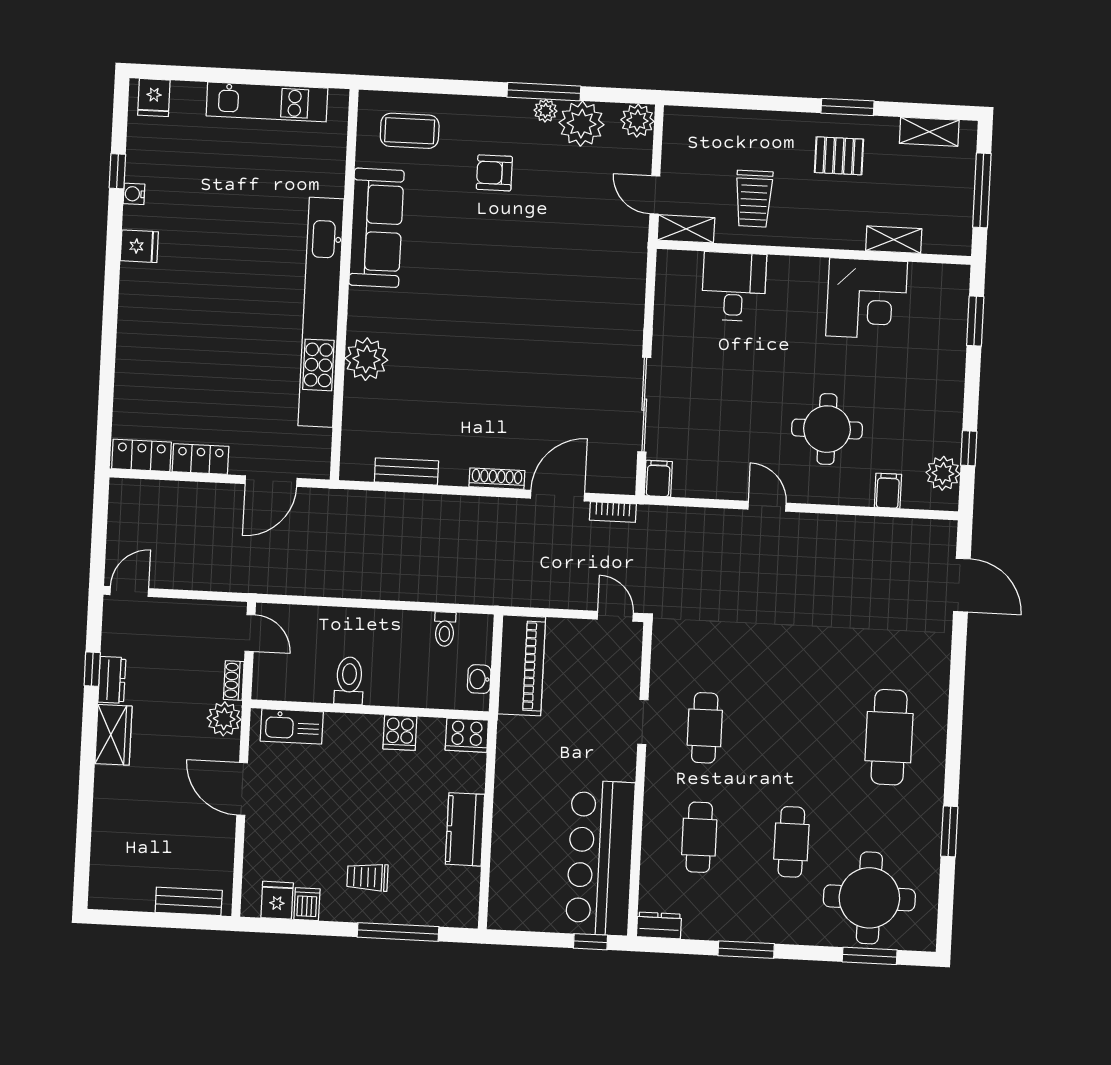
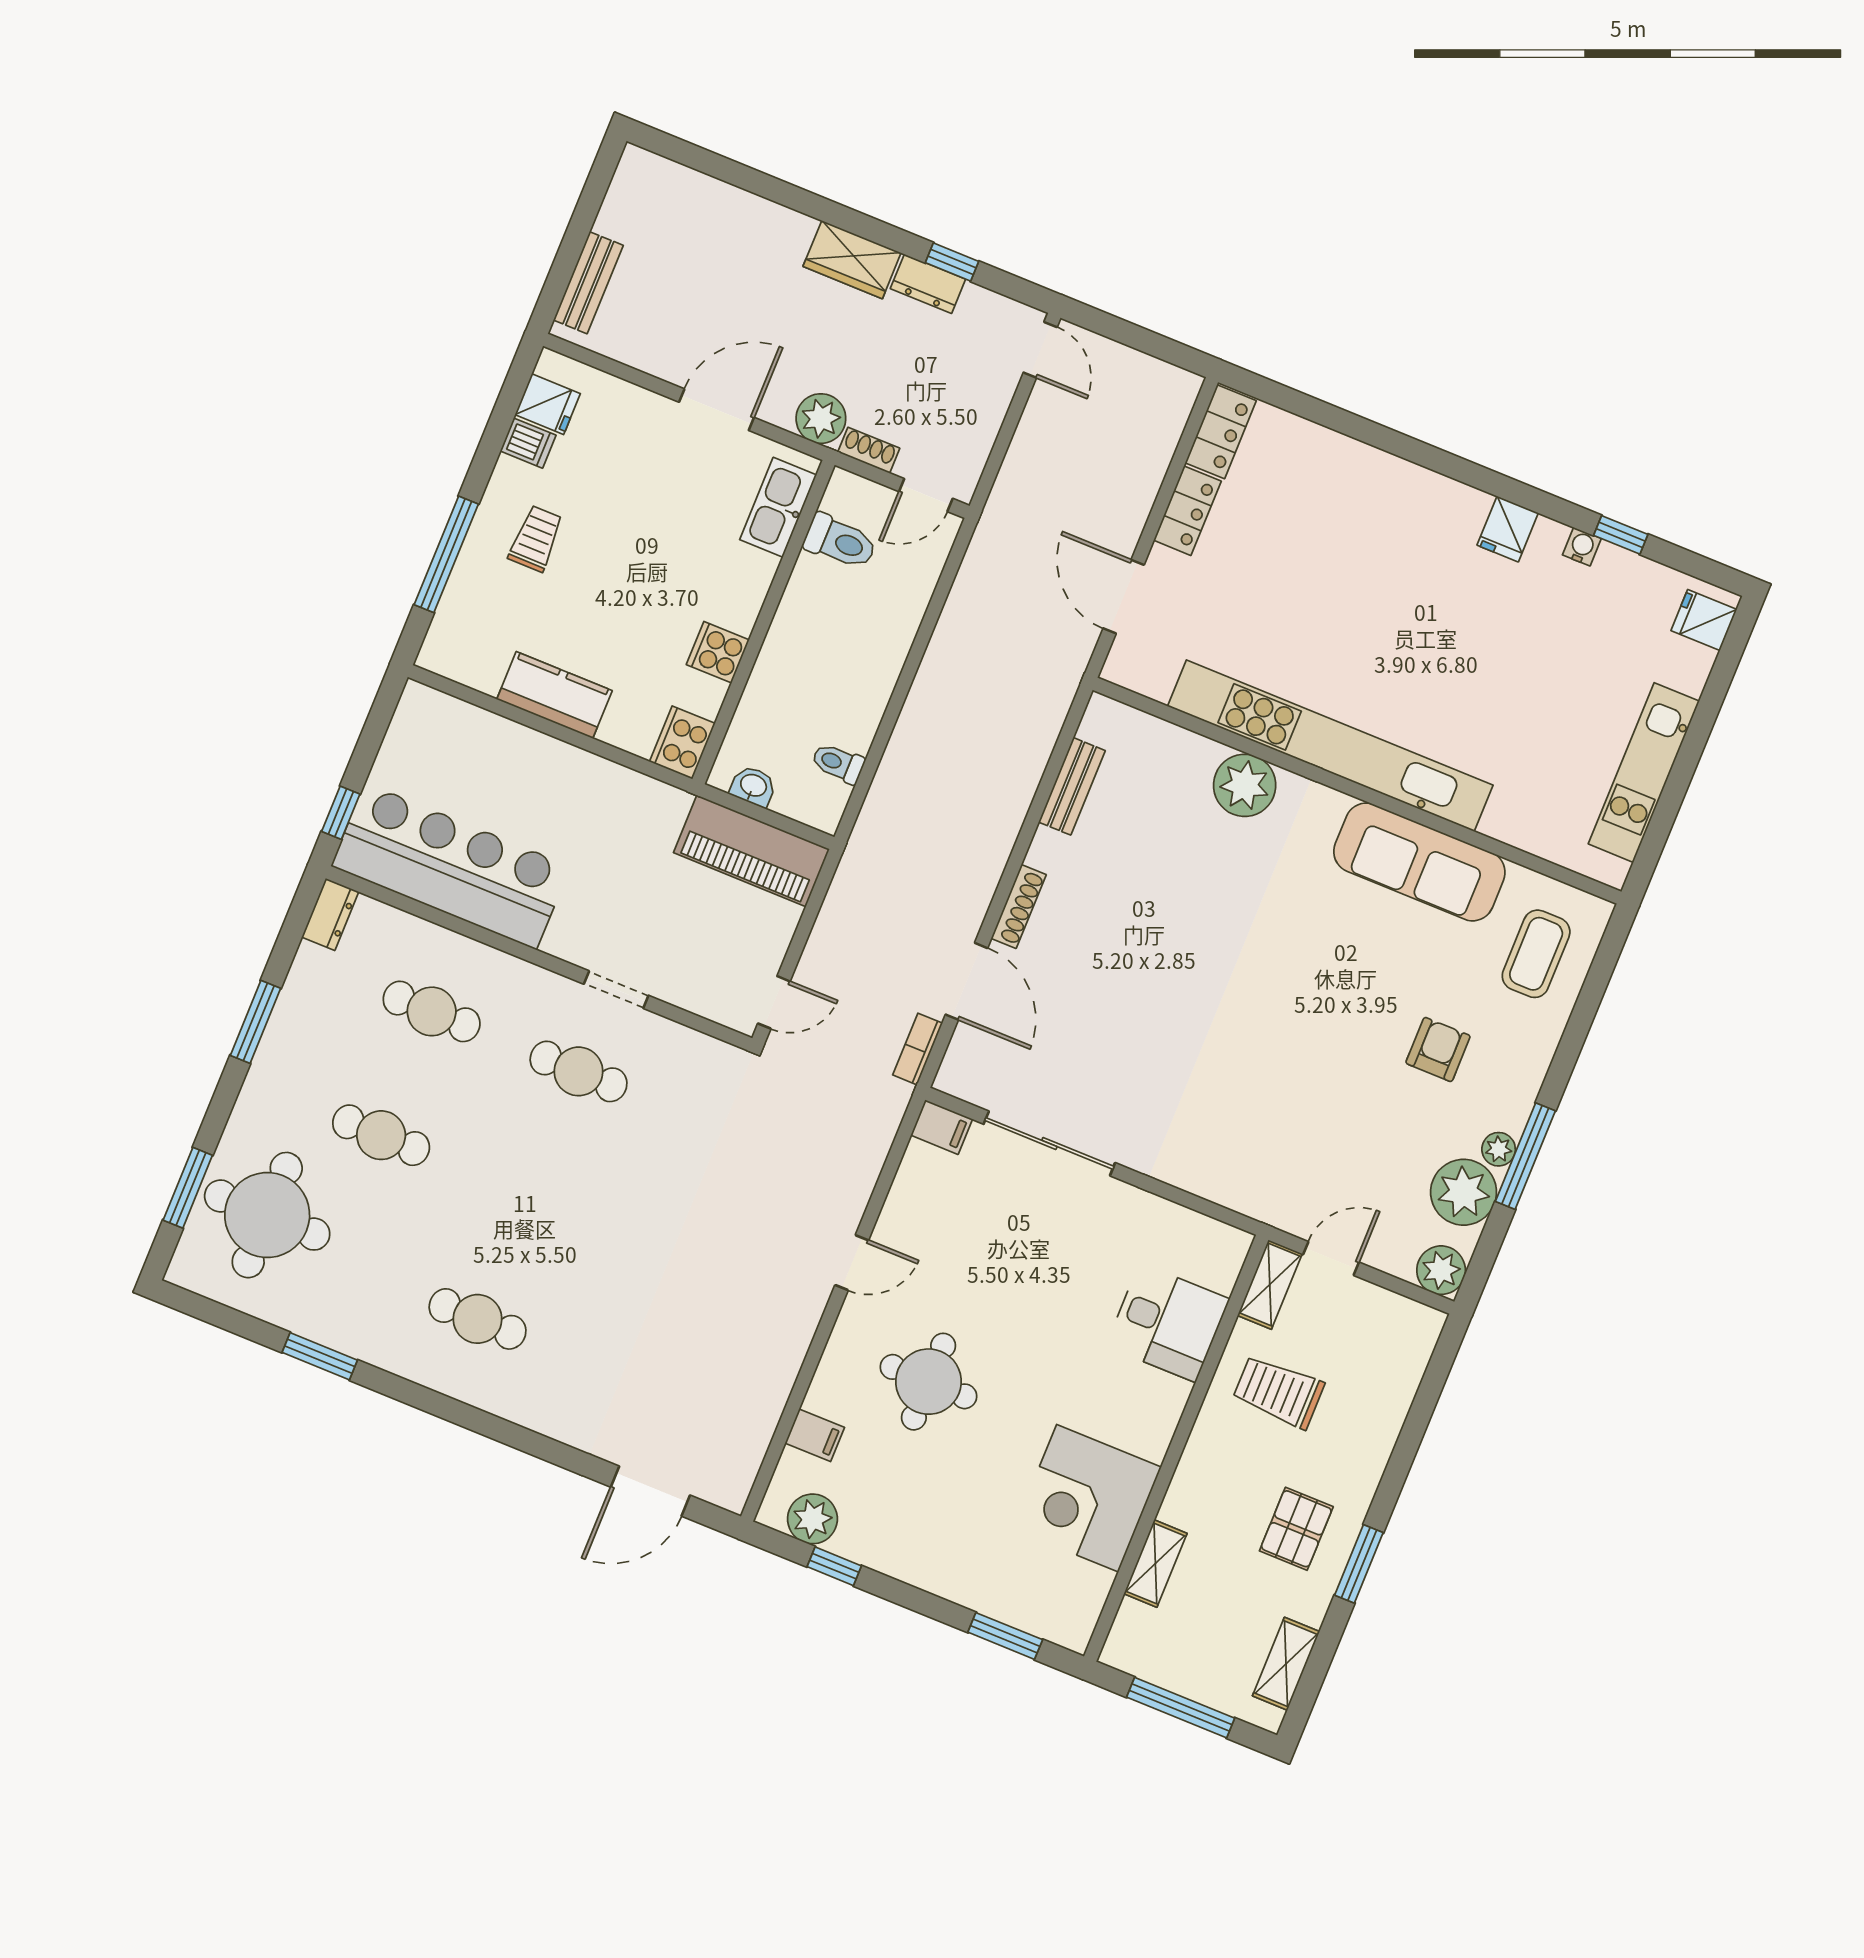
toilet: (349, 681) -> (840, 542), moved
cafe table: (889, 737) -> (478, 1319), width x0.73, depth x0.74

